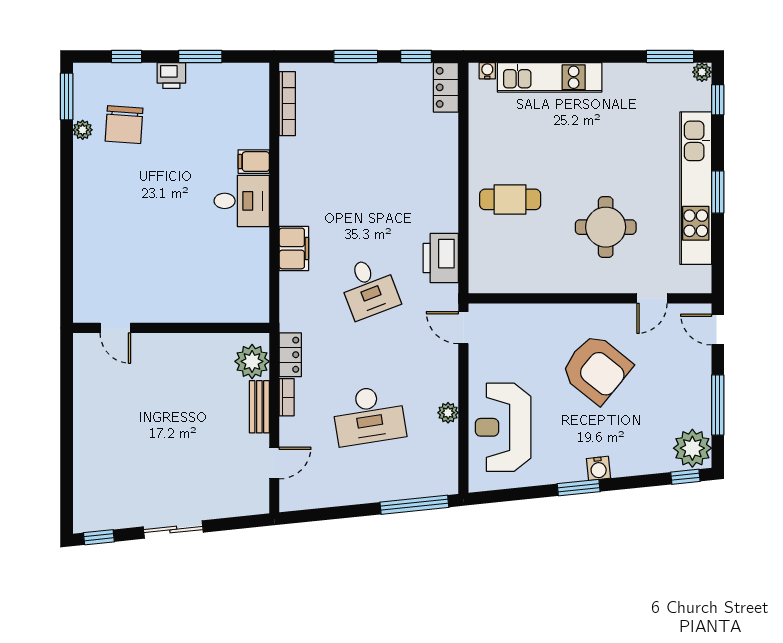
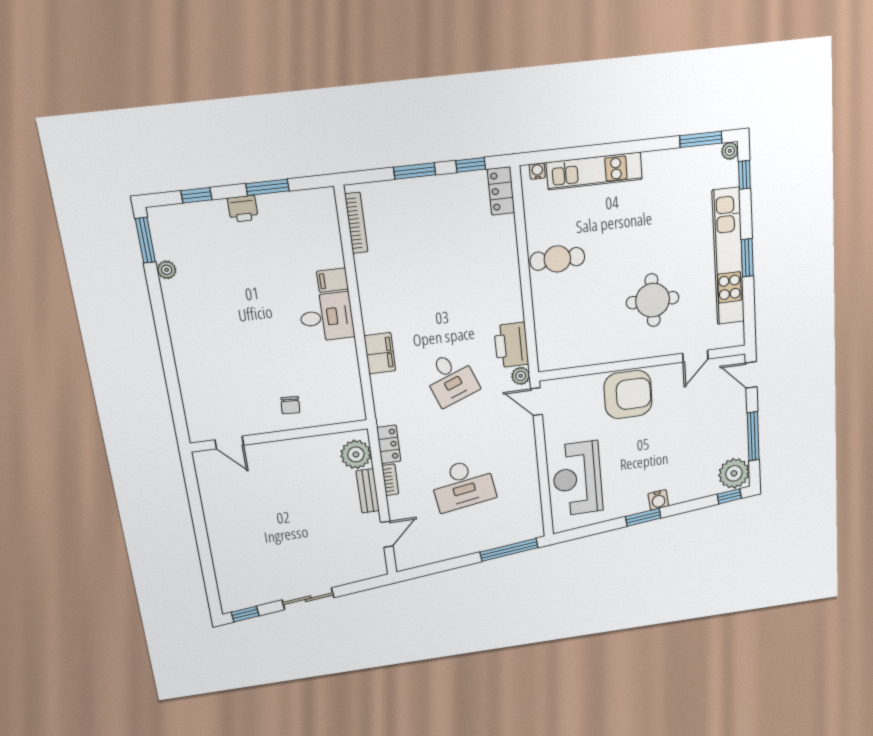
chair: (124, 125) -> (290, 405), moved, width x0.54, depth x0.54
cafe table: (510, 199) -> (557, 259), moved
armchair: (596, 369) -> (628, 394), moved, turned -39
plant: (448, 413) -> (521, 376), moved

